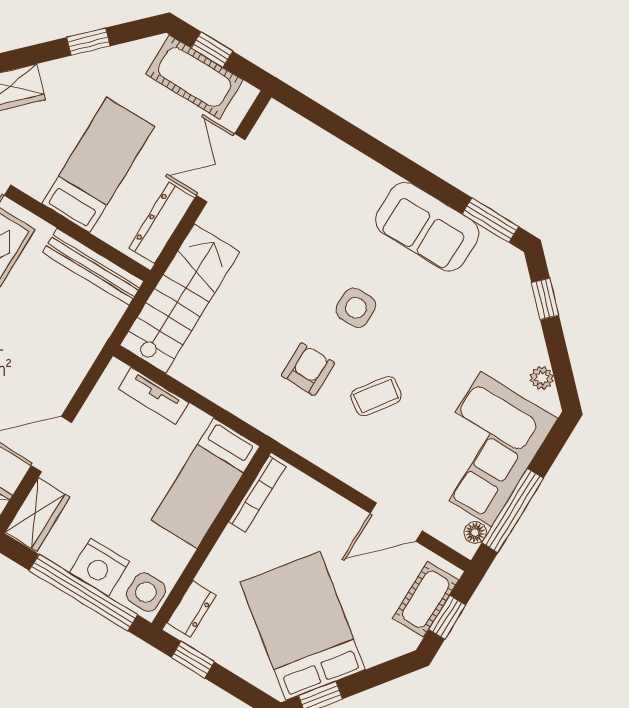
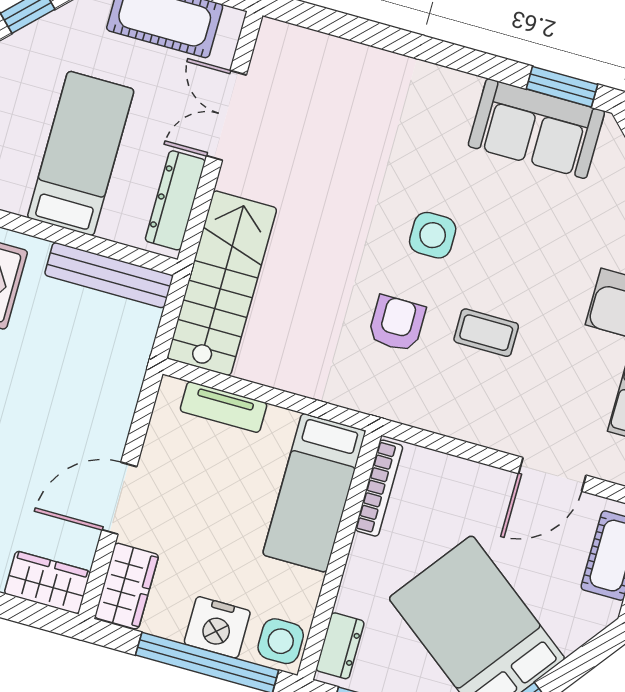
sofa: (427, 227) -> (536, 129), moved
coffee table: (376, 396) -> (486, 333), turned 54

